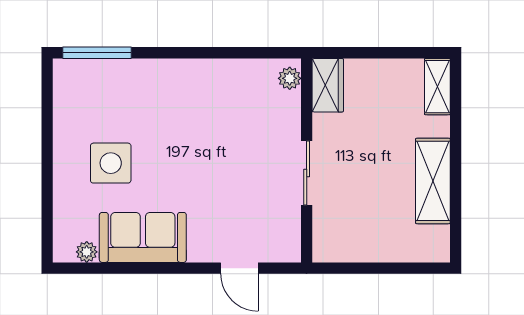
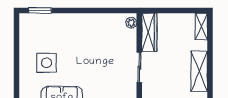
window: (97, 53) -> (40, 11), width x0.69
wardrobe: (328, 85) -> (149, 32), width x1.50

